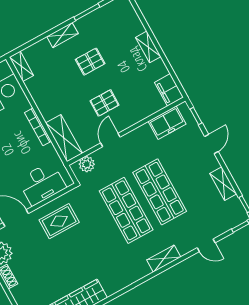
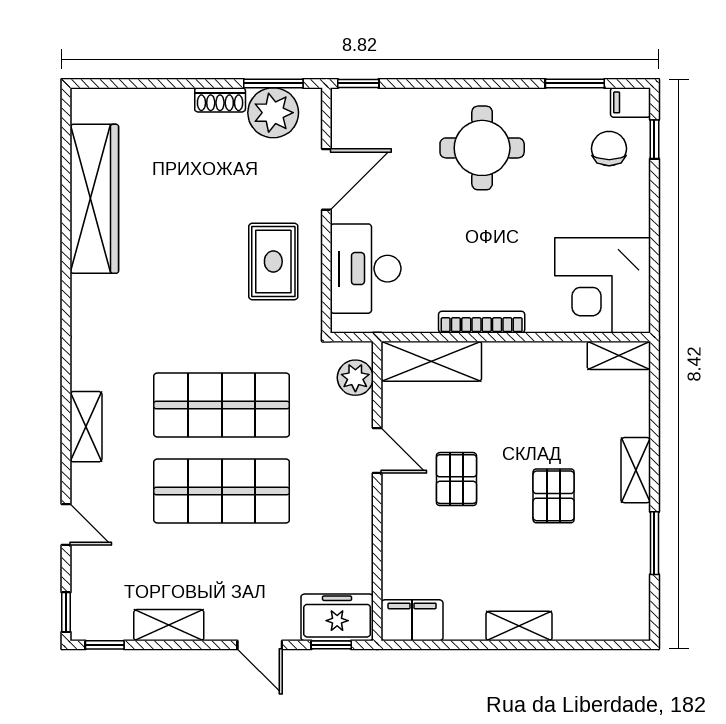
freezer: (167, 123) -> (337, 617), moved, turned 90
door: (206, 245) -> (66, 524), swing flipped

